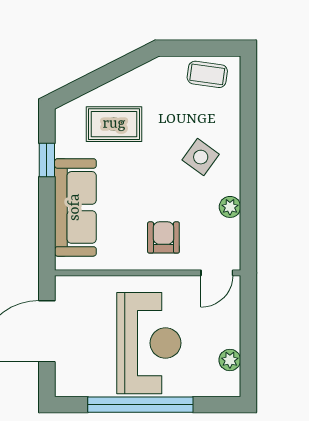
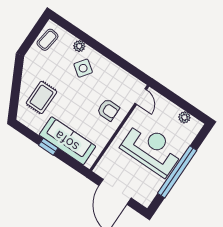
window: (47, 160) -> (48, 147), moved
plant: (230, 207) -> (79, 46), moved
armchair: (163, 237) -> (108, 110), turned 180

